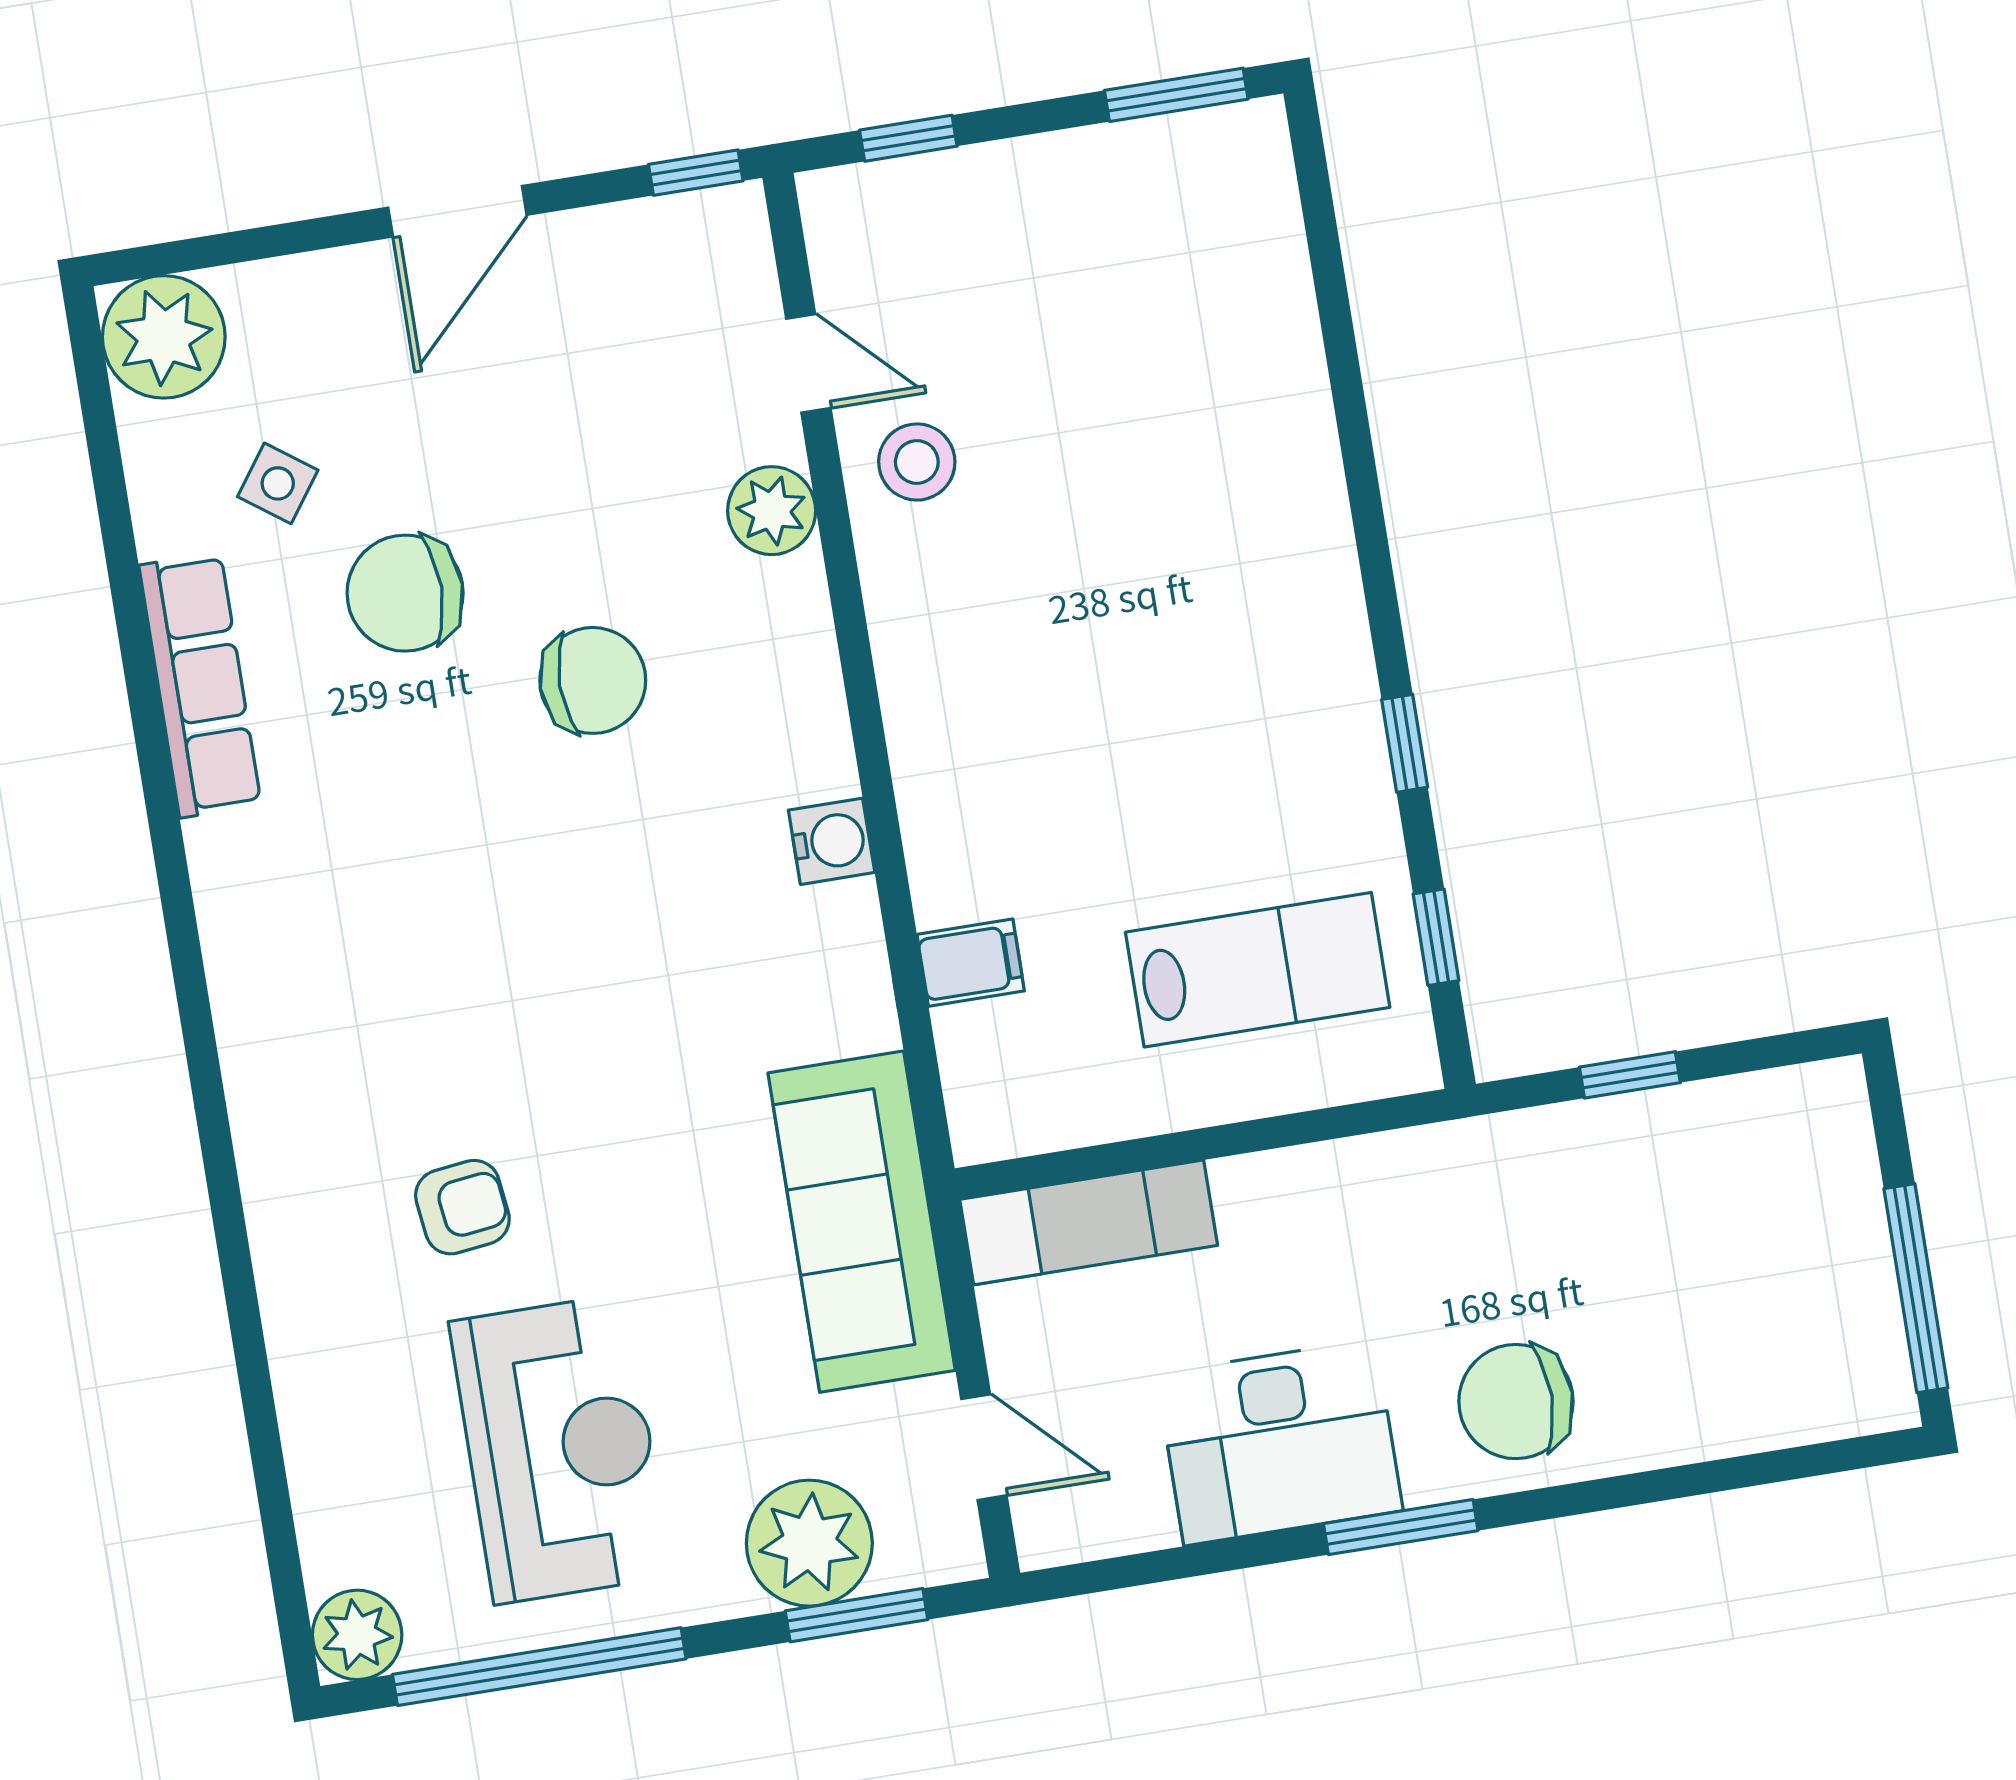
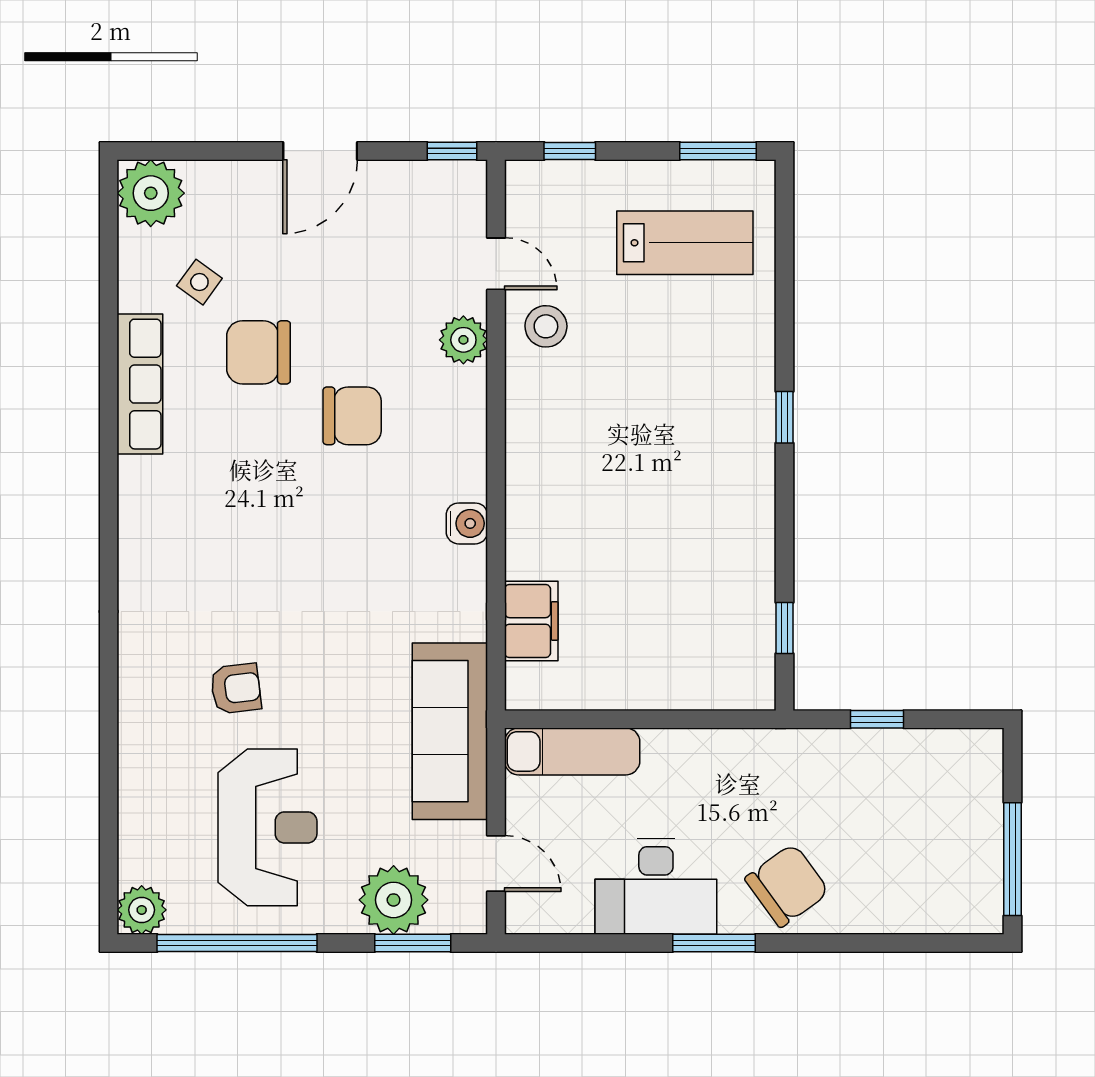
window: (1405, 743) -> (784, 417), moved
filing cabinet: (971, 963) -> (531, 621), width x2.00
lab bench: (1258, 970) -> (685, 243), moved
chair: (1516, 1402) -> (787, 885), turned 144

